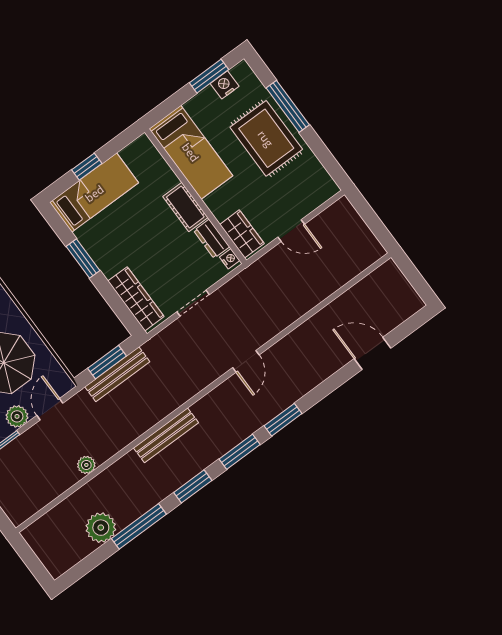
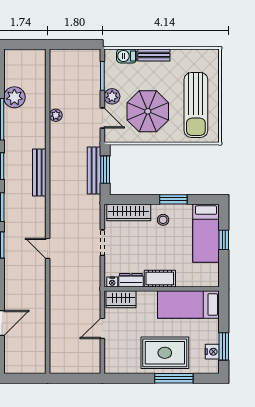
stool: (115, 253) -> (163, 220), added

